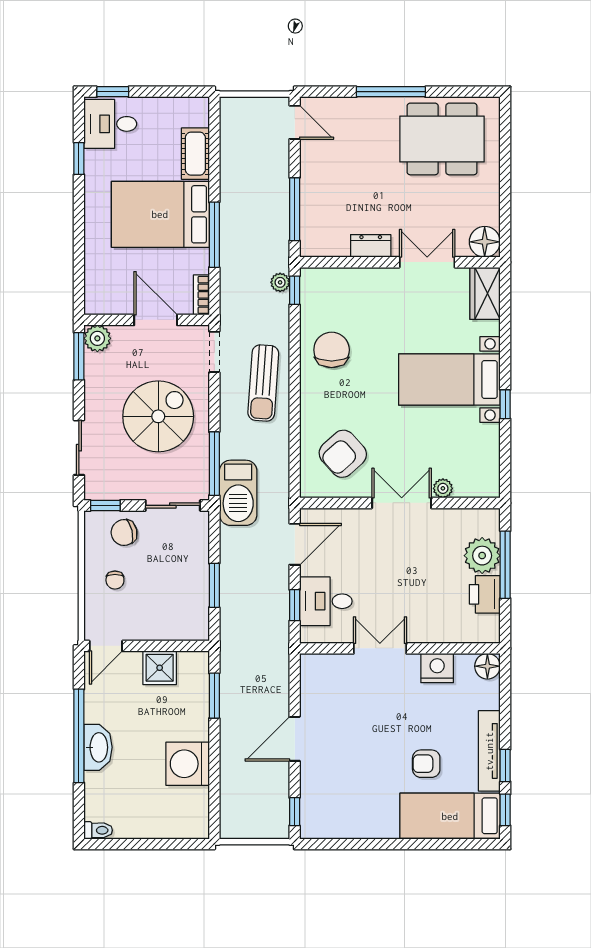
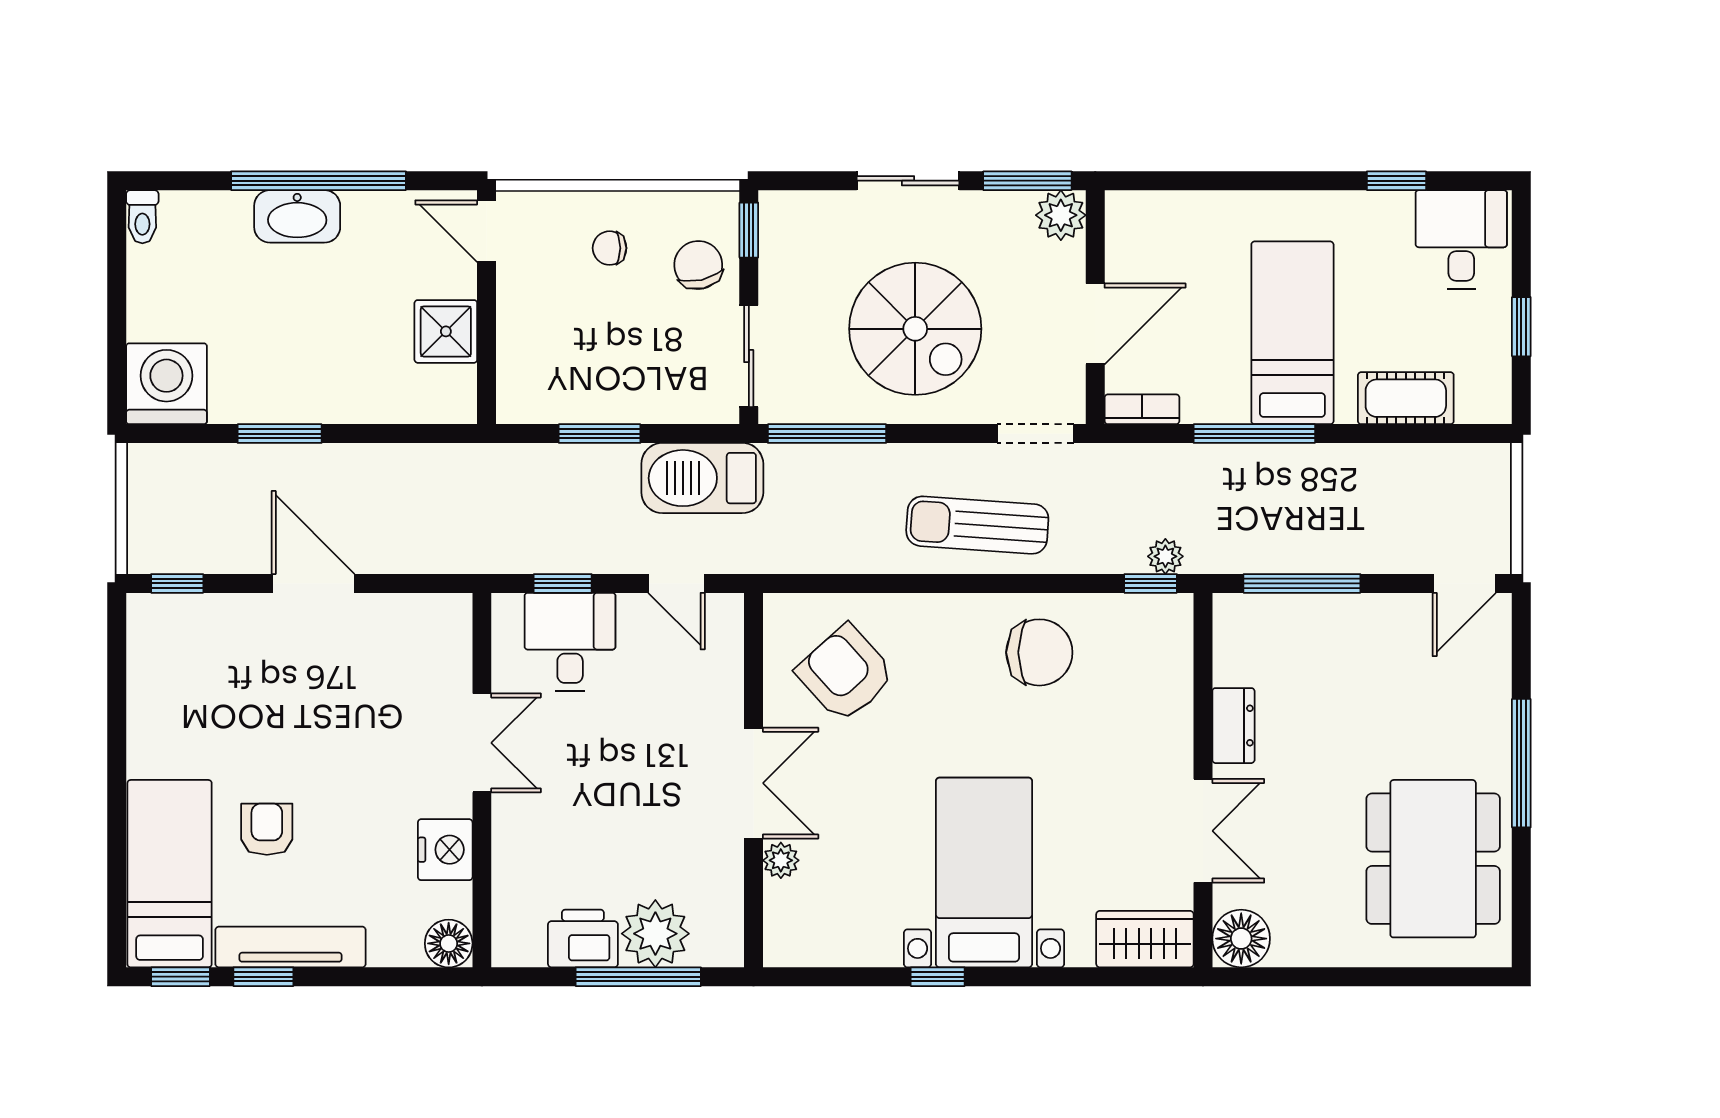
window: (113, 92) -> (1521, 327), moved
bed: (160, 214) -> (1292, 333), width x0.67
sliding door: (79, 448) -> (908, 181), moved
barbecue: (238, 493) -> (702, 478), moved
door: (295, 544) -> (676, 583), width x0.73
window: (214, 696) -> (280, 434), moved
washing machine: (188, 764) -> (166, 384), moved

